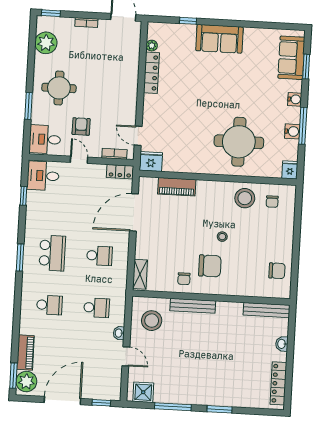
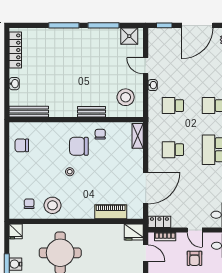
bench: (193, 306) -> (91, 112), width x0.73
window: (219, 409) -> (64, 25), width x1.44

